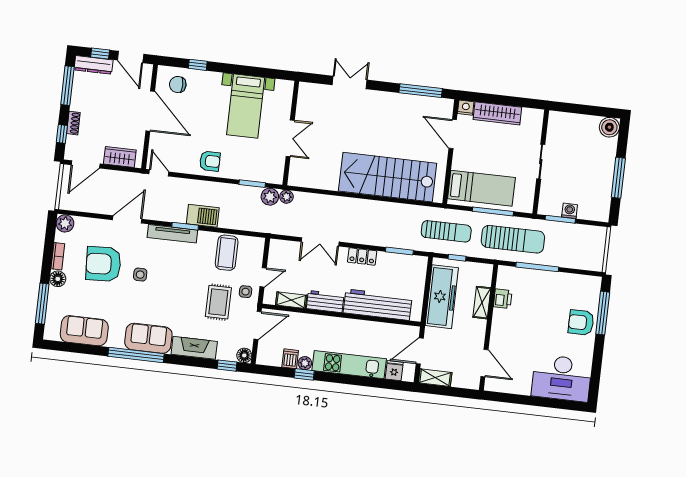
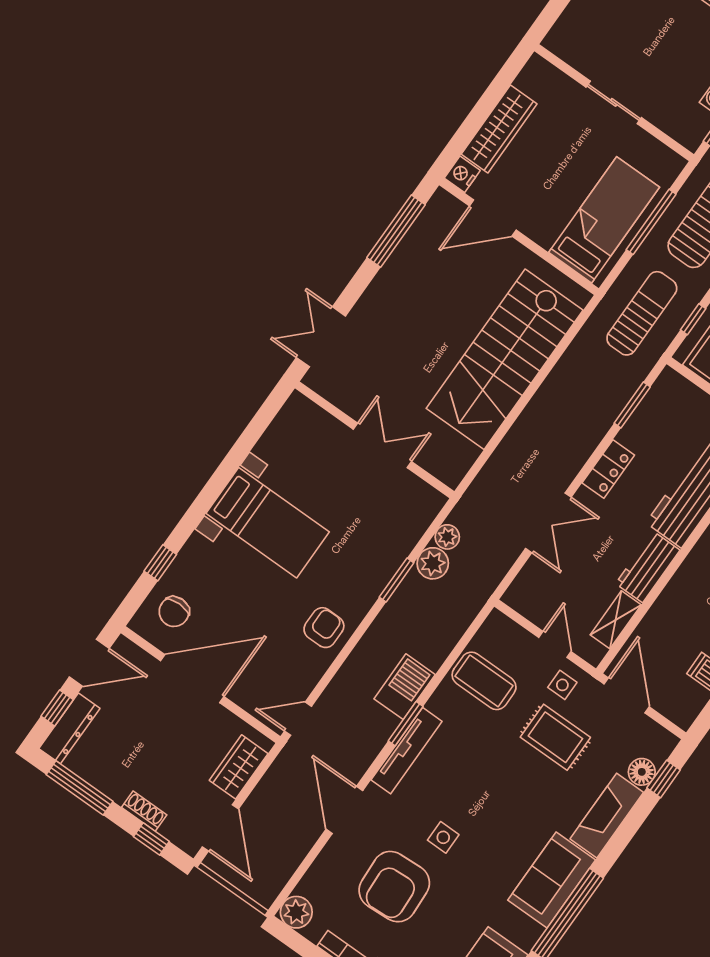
wall: (291, 133) -> (375, 440), moved
double door: (290, 138) -> (382, 445), moved
floor lamp: (244, 355) -> (642, 772), moved

